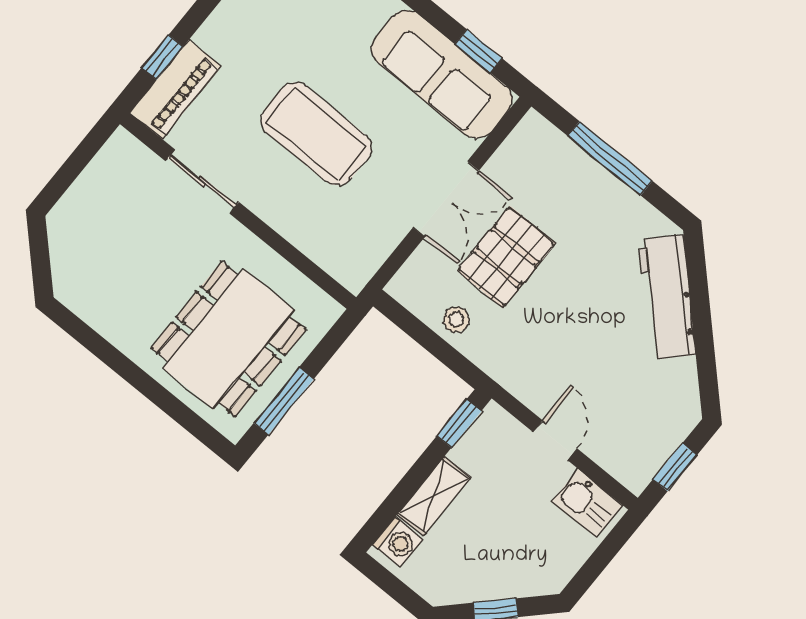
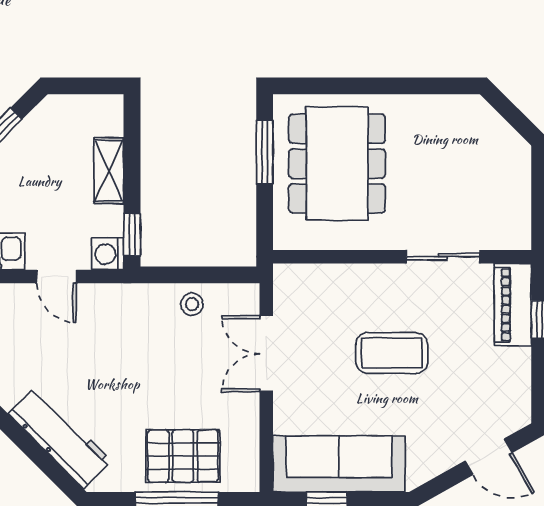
coffee table: (316, 134) -> (392, 353), width x0.73, depth x0.76
double door: (446, 199) -> (266, 354), moved
pallet: (506, 257) -> (183, 456), moved, turned 90
washing machine: (398, 542) -> (108, 254), moved

